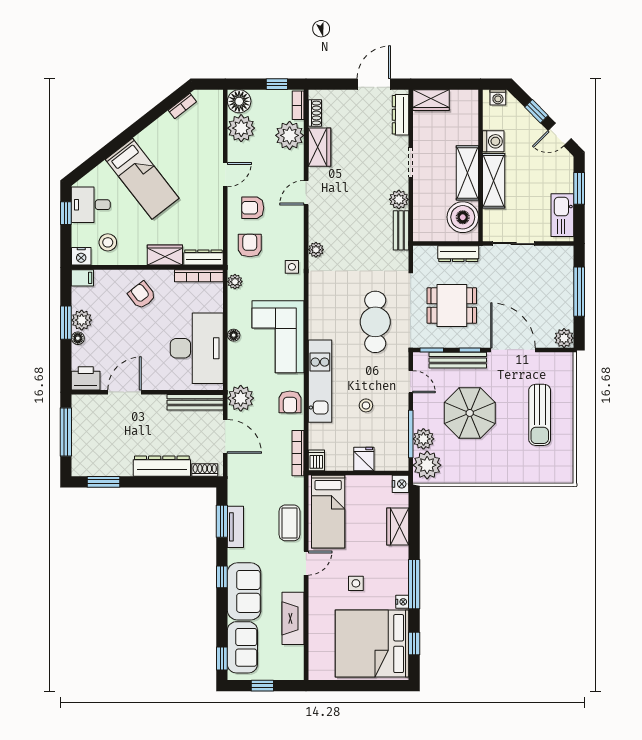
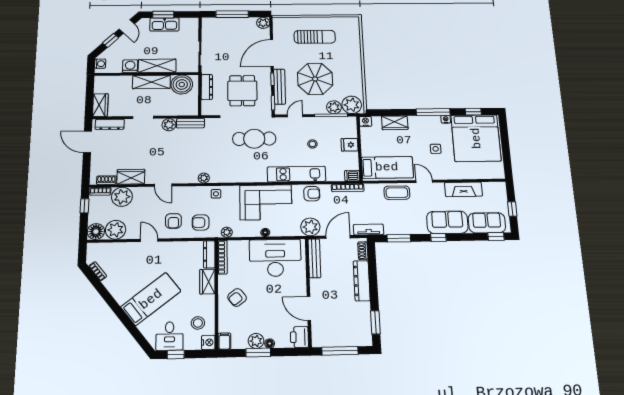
kitchen sink: (562, 215) -> (164, 24), moved
tv unit: (235, 527) -> (369, 229), moved

